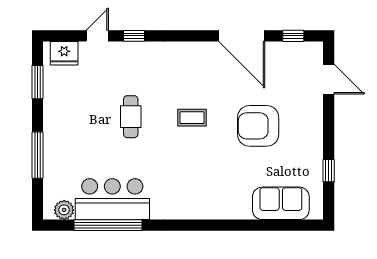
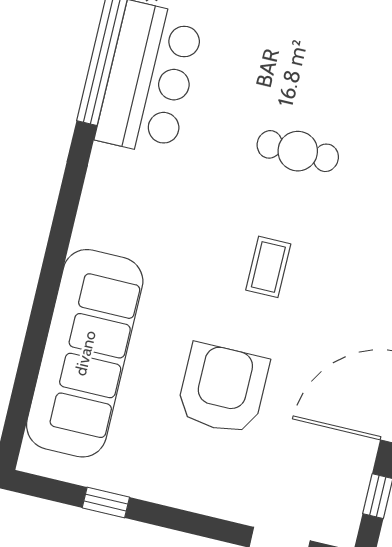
sofa: (281, 203) -> (85, 353), width x1.85, depth x1.27

